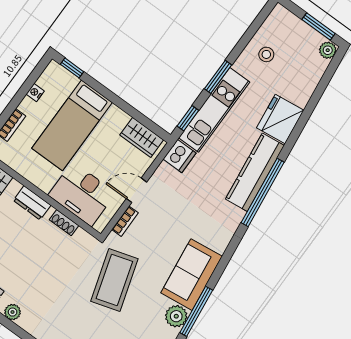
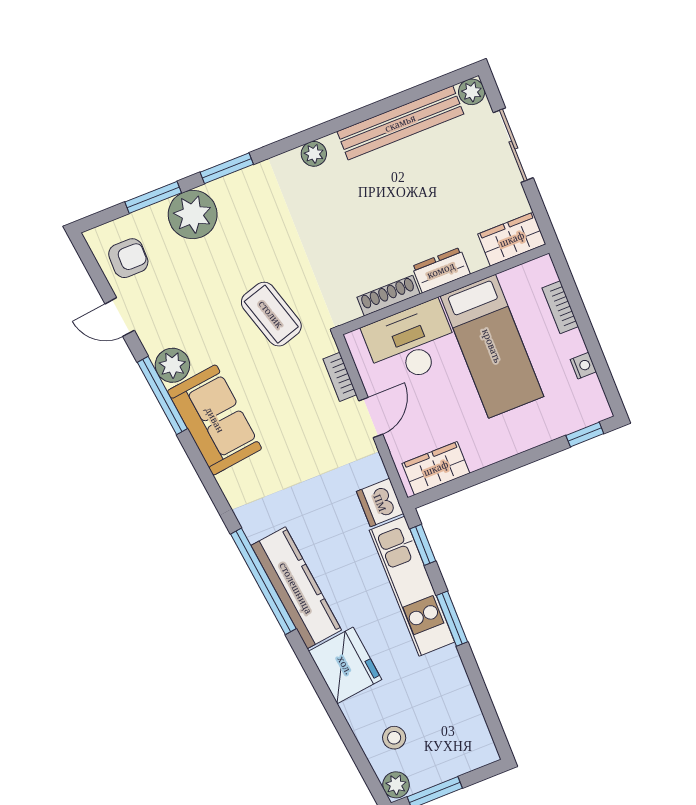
stool: (266, 54) -> (394, 738), moved
bed: (72, 125) -> (492, 346), moved, turned 180
shoe rack: (64, 223) -> (388, 296), width x1.43
coffee table: (114, 280) -> (271, 314), width x0.73, depth x0.76

